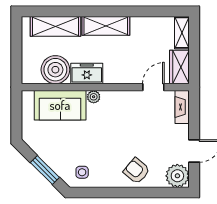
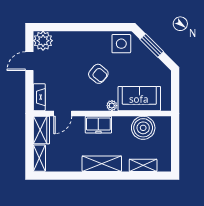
shelving: (56, 26) -> (143, 165), width x0.67, depth x0.75
freezer: (87, 73) -> (98, 125), moved
armchair: (137, 171) -> (98, 74), moved
side table: (82, 172) -> (121, 44), width x1.87, depth x1.87

